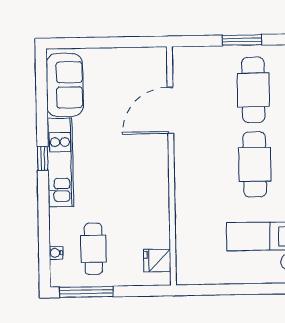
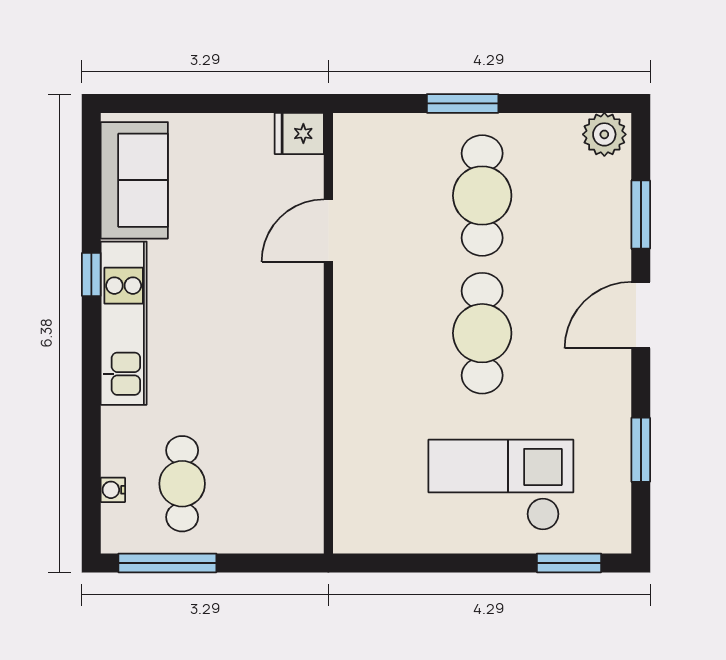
door: (170, 110) -> (328, 231), width x0.73
window: (43, 158) -> (91, 274), moved
fridge: (157, 260) -> (299, 134), moved

